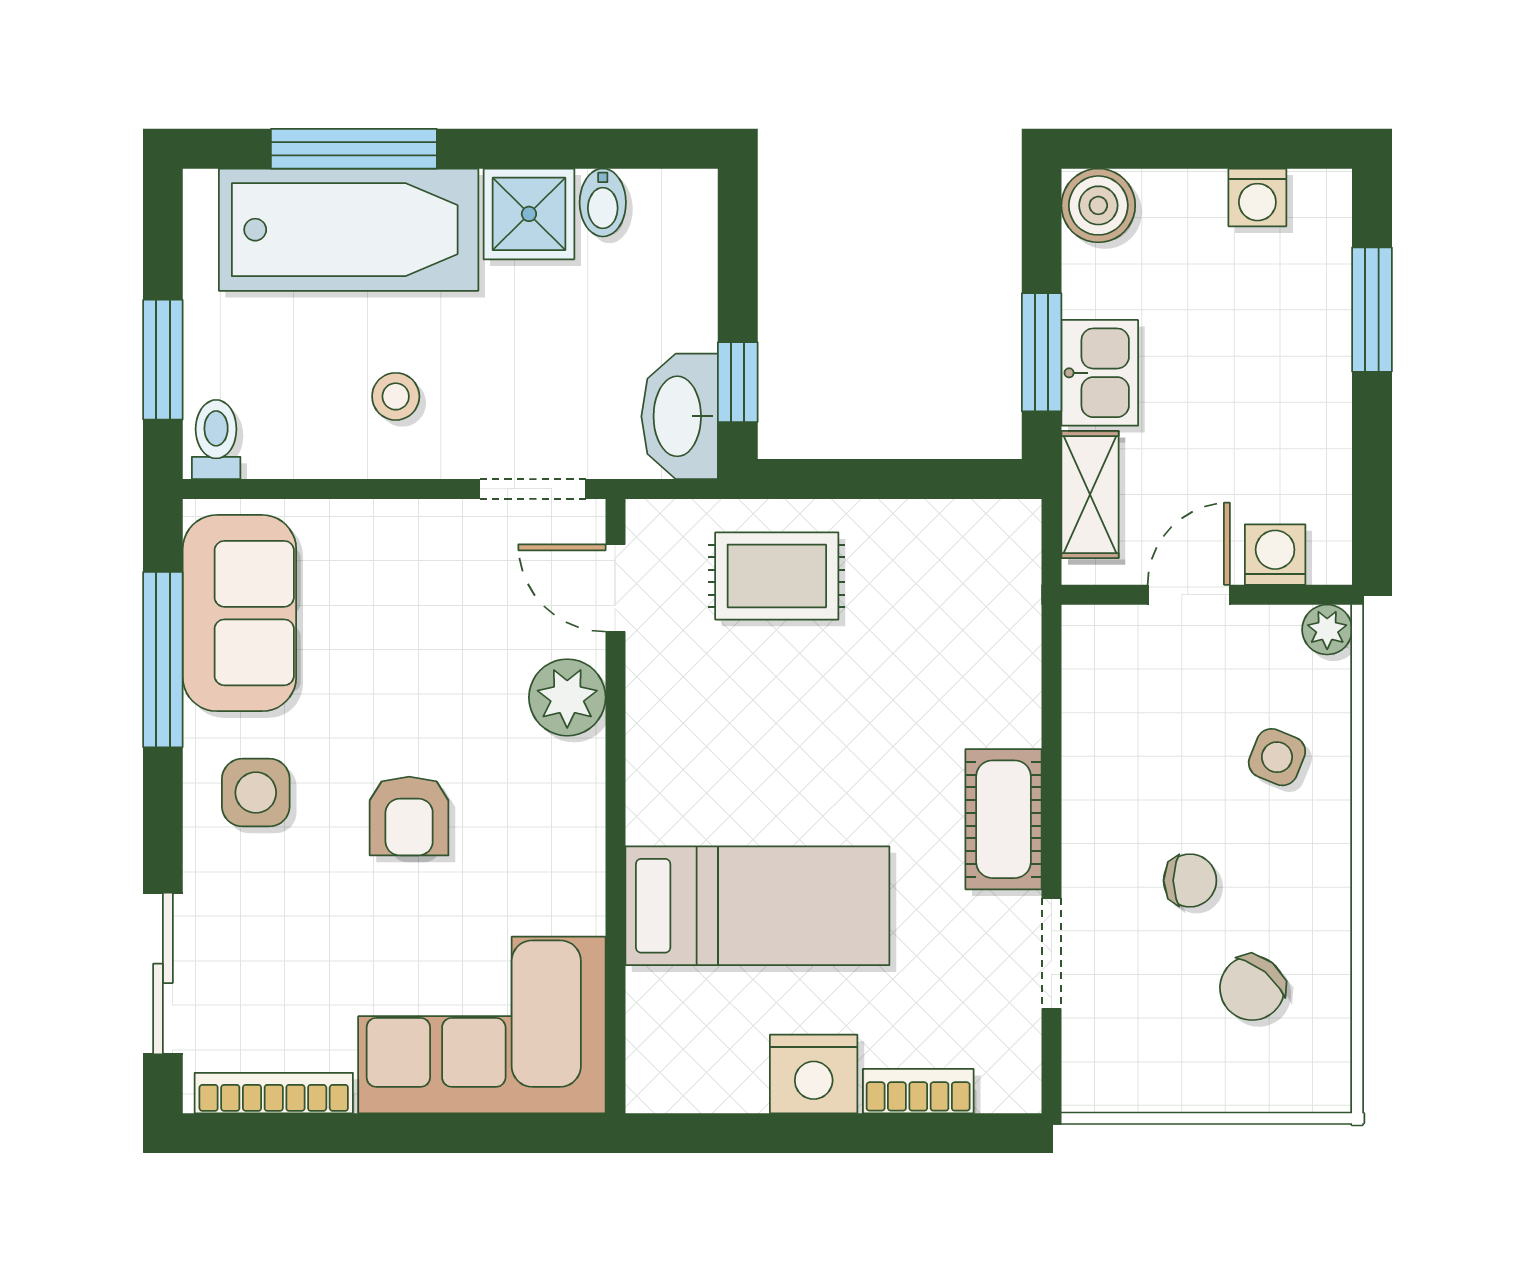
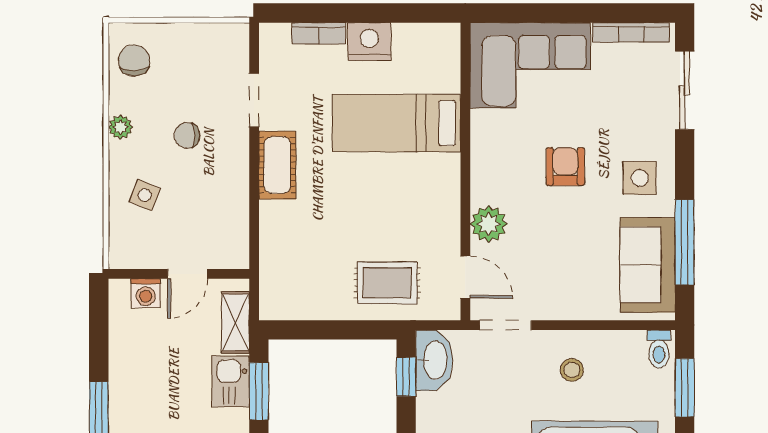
plant: (1327, 630) -> (121, 127), moved
chair: (1252, 988) -> (134, 61), moved, turned -39

